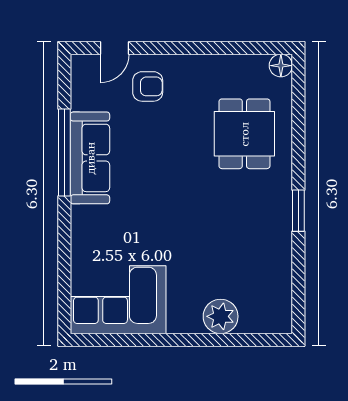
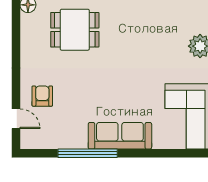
sofa: (90, 158) -> (120, 136), moved

